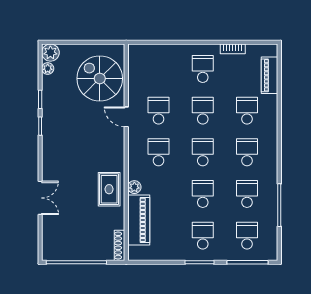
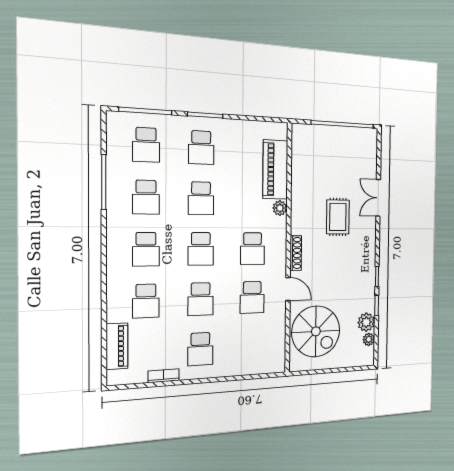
plant: (50, 53) -> (366, 322), moved
rug: (109, 189) -> (338, 217), moved
shoe rack: (119, 245) -> (296, 253), moved

